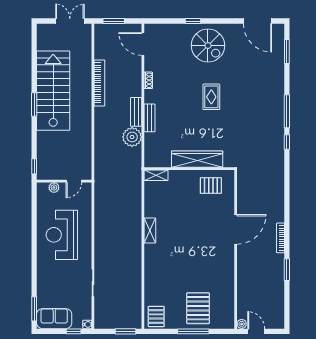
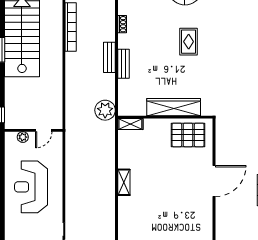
plant: (132, 137) -> (105, 110), moved
pallet: (211, 186) -> (188, 135), width x1.50, depth x1.42

